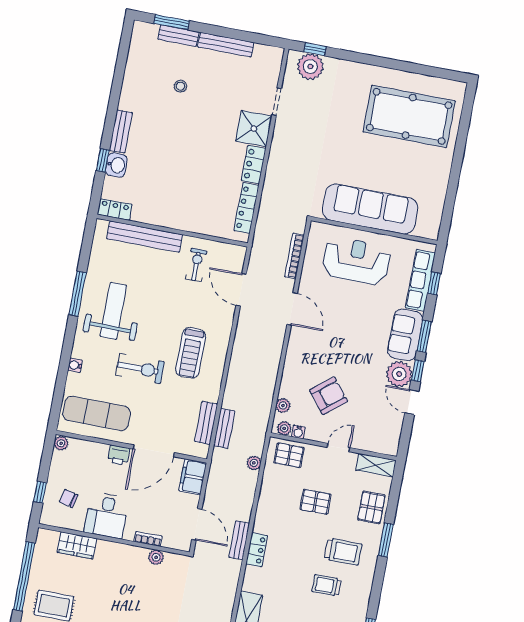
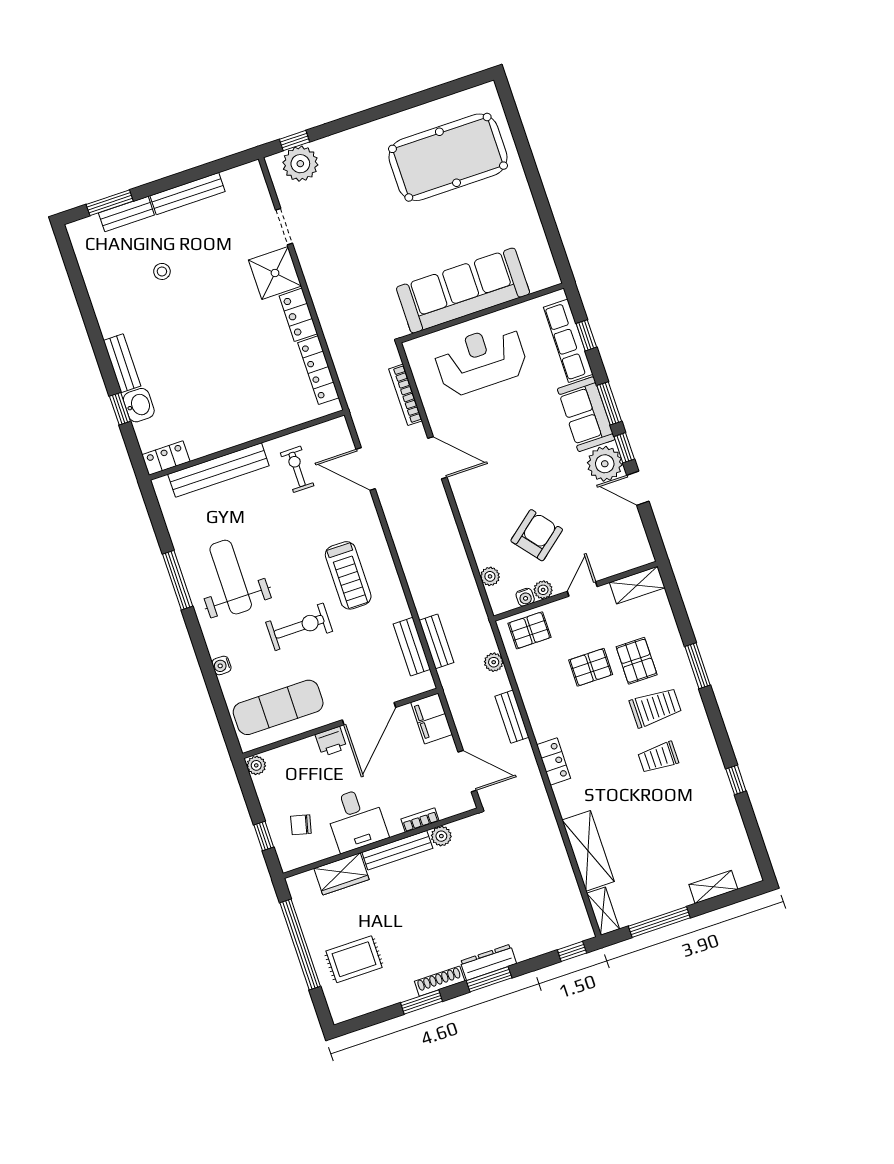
plant: (284, 428) -> (543, 590), moved
pallet: (371, 507) -> (637, 661), moved
bench: (239, 540) -> (512, 717), moved
bench: (122, 550) -> (397, 850), added

